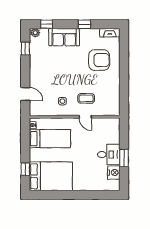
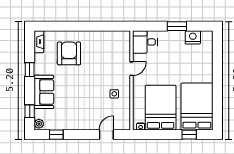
coffee table: (86, 98) -> (111, 68), removed
bed: (50, 139) -> (161, 108), width x1.50
desk: (109, 155) -> (145, 42), moved, turned -90

